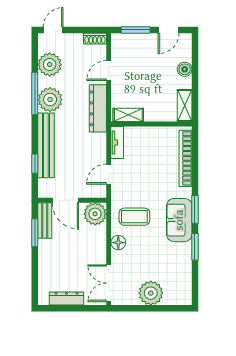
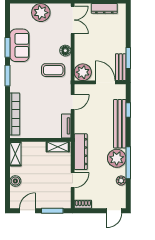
plant: (50, 65) -> (121, 181), width x0.53, depth x0.53
sofa: (179, 220) -> (19, 45), moved

